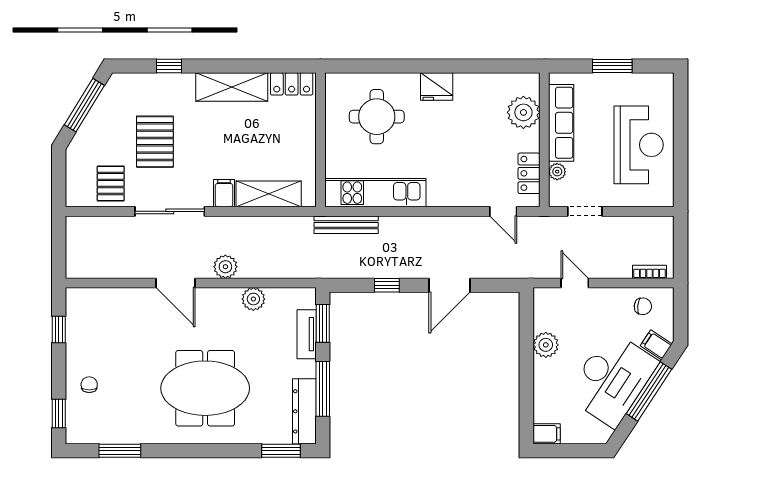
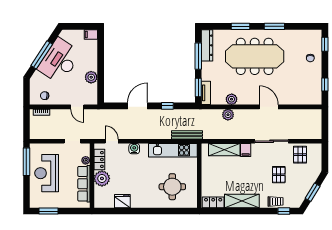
window: (169, 66) -> (284, 211), moved
window: (612, 66) -> (48, 211), moved
trolley: (162, 86) -> (276, 201), added
fridge: (437, 87) -> (122, 201), moved
window: (84, 105) -> (313, 192), width x0.69
plant: (523, 112) -> (102, 178), moved
pallet: (155, 142) -> (279, 175), width x0.67, depth x0.71
window: (681, 169) -> (26, 162), added
water cooler: (456, 196) -> (134, 149), added
plant: (225, 267) -> (228, 115), moved
tv unit: (307, 334) -> (206, 93), moved
filing cabinet: (656, 345) -> (38, 77), removed
meeting table: (205, 388) -> (255, 56), width x1.36
window: (120, 451) -> (274, 26), moved
window: (281, 451) -> (240, 26), moved

